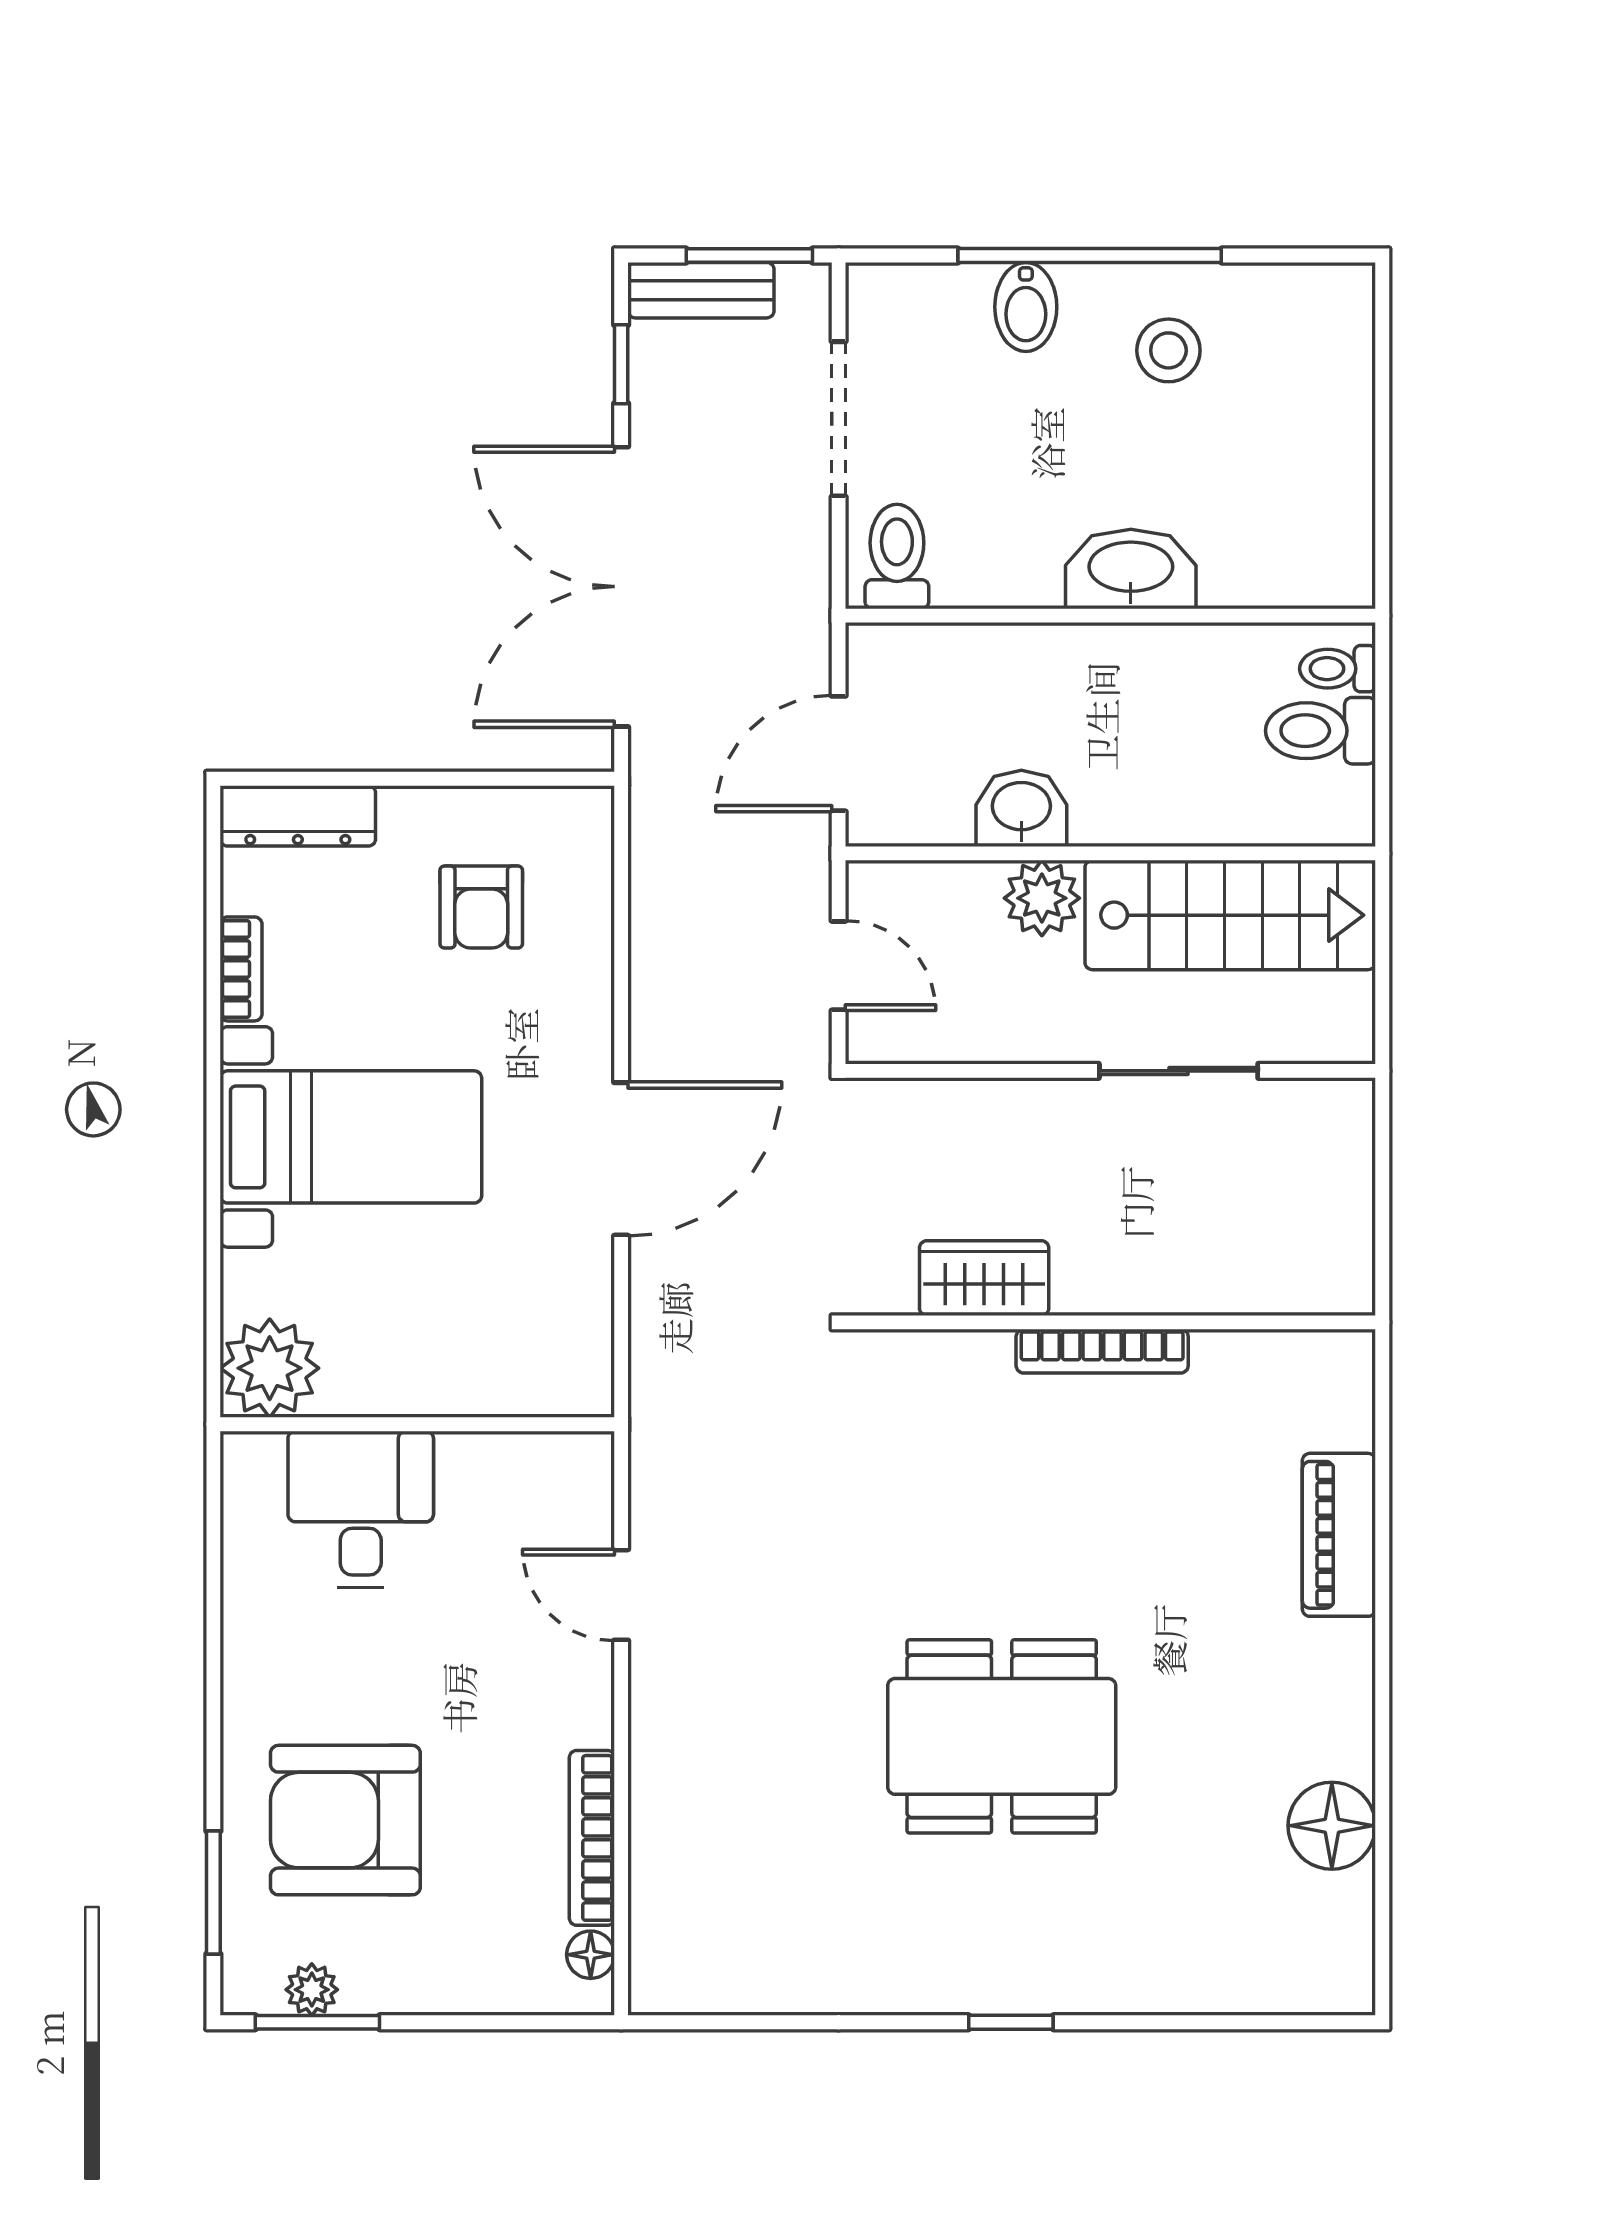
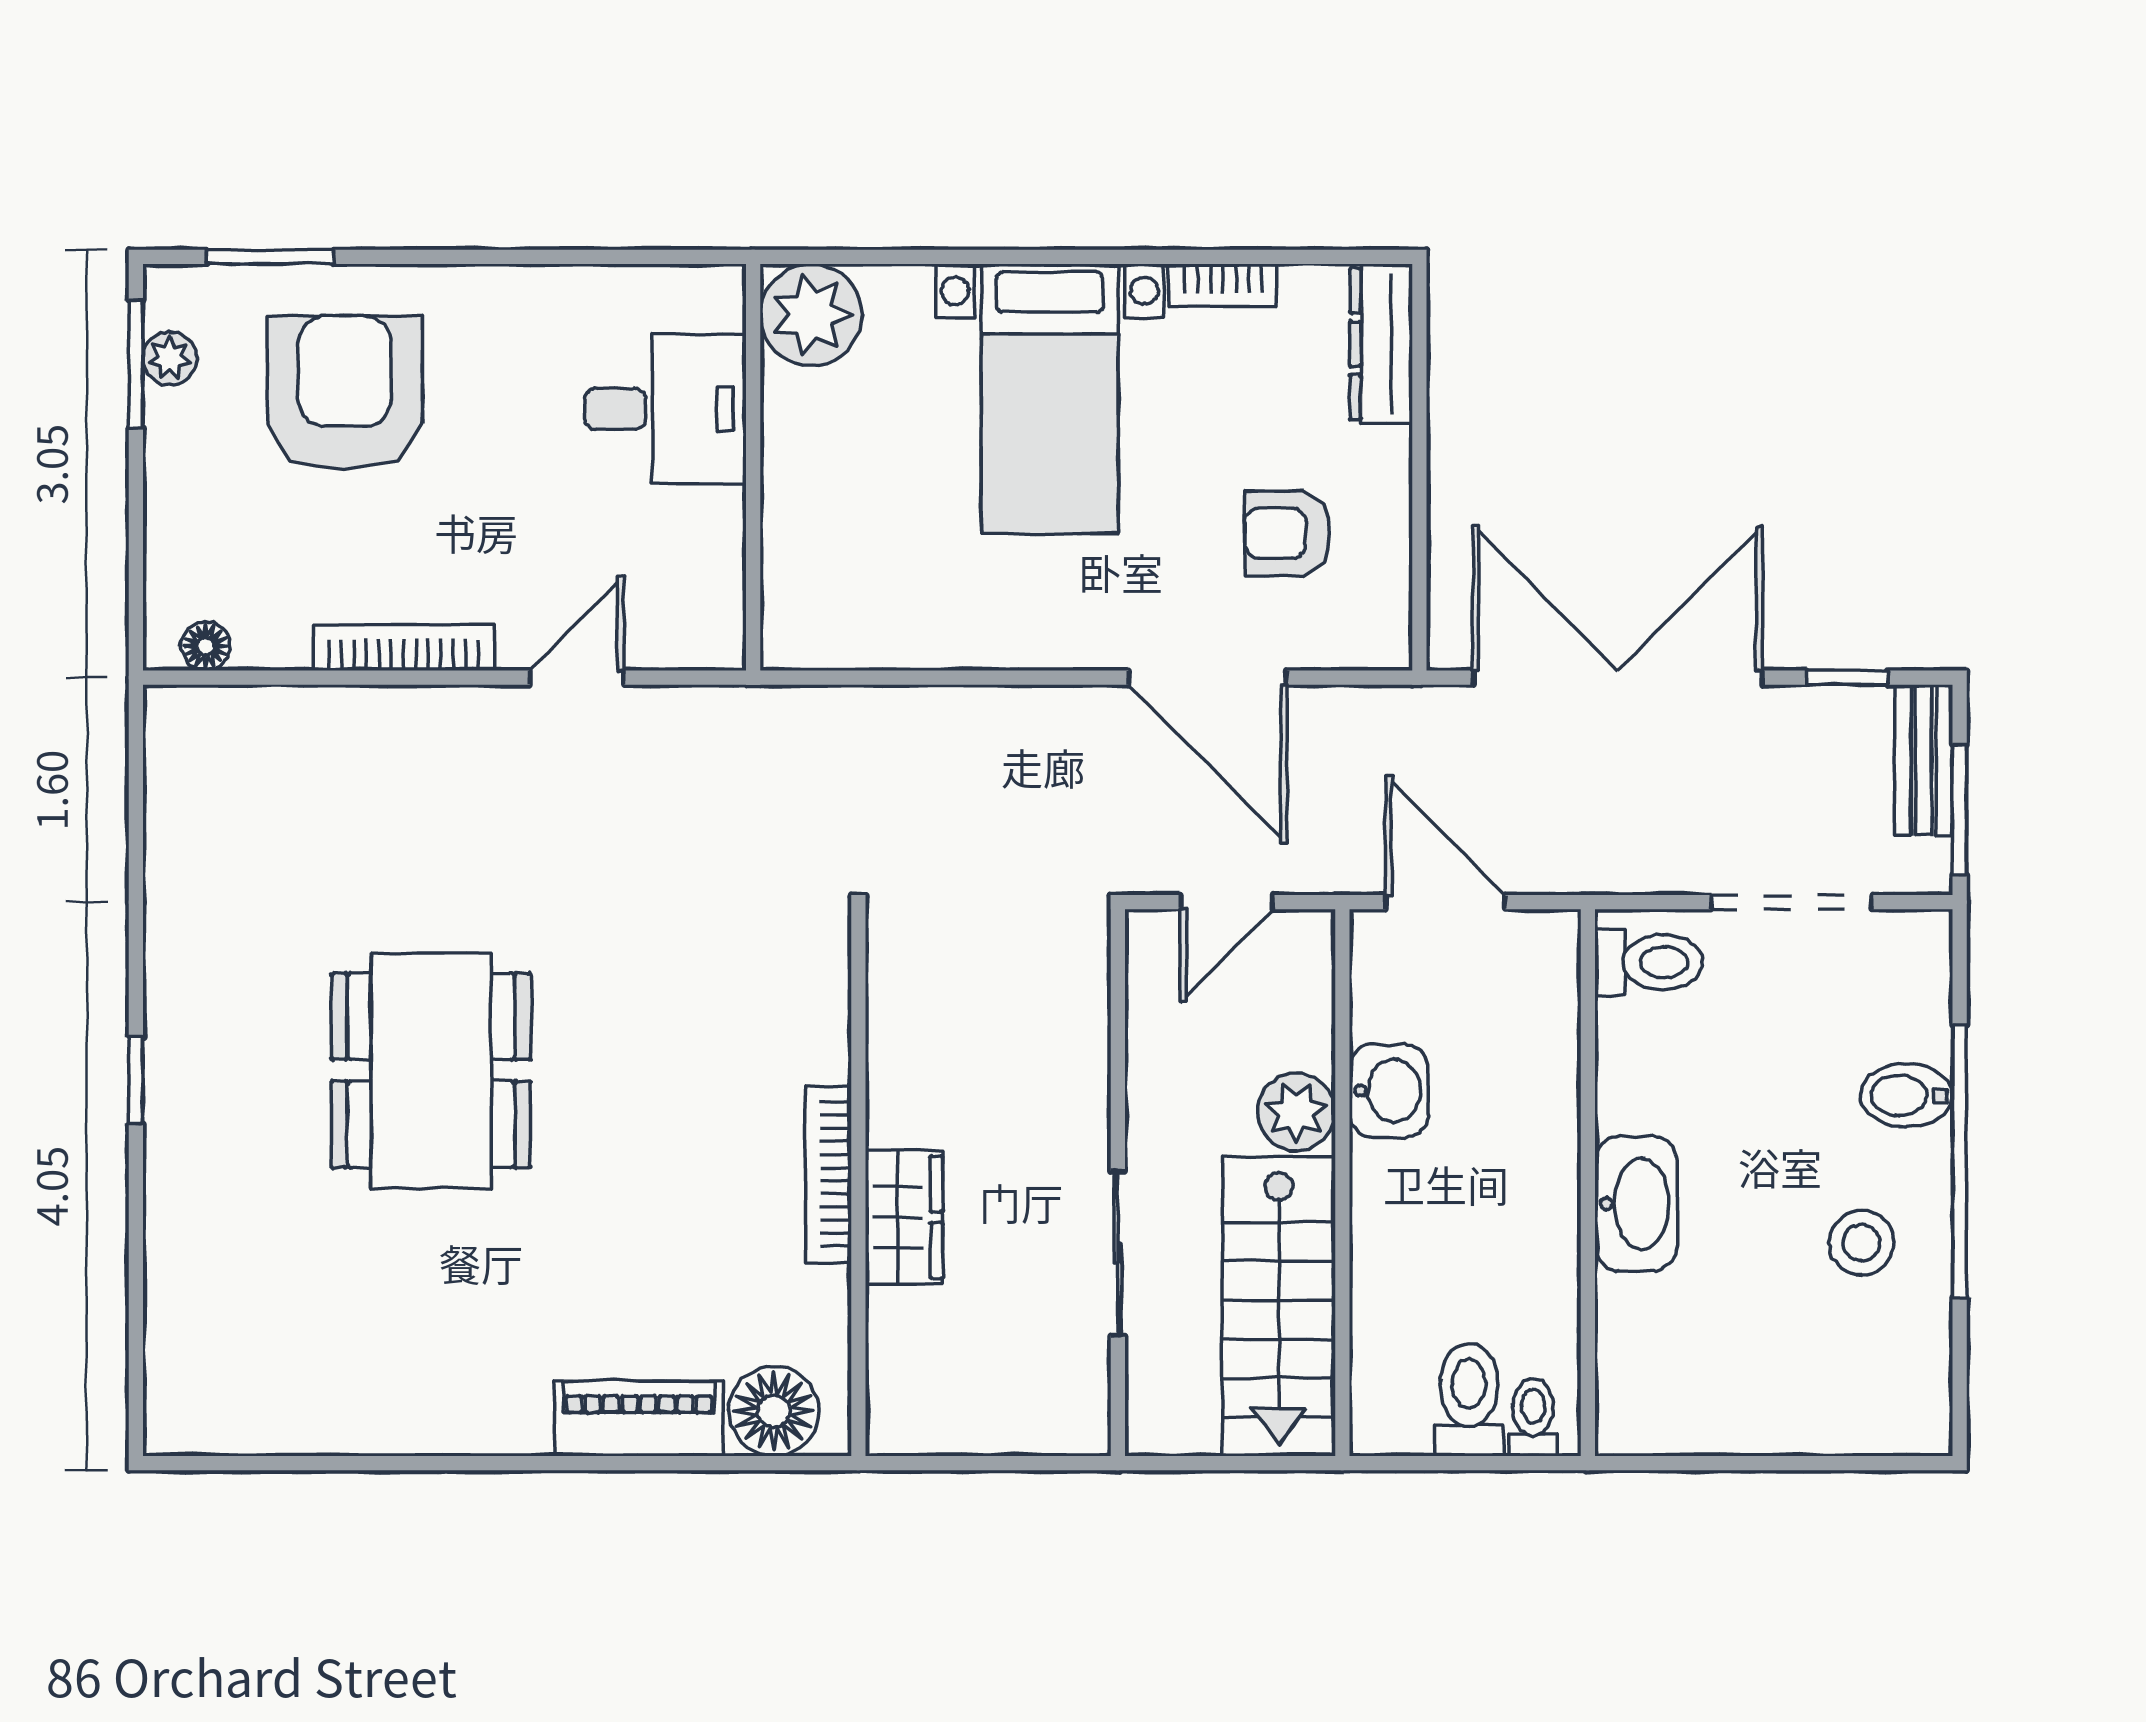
door: (621, 1159) -> (1208, 678), moved
wardrobe: (984, 1278) -> (904, 1217), moved
floor lamp: (1332, 1826) -> (774, 1411), moved
bookcase: (592, 1838) -> (404, 647), moved

